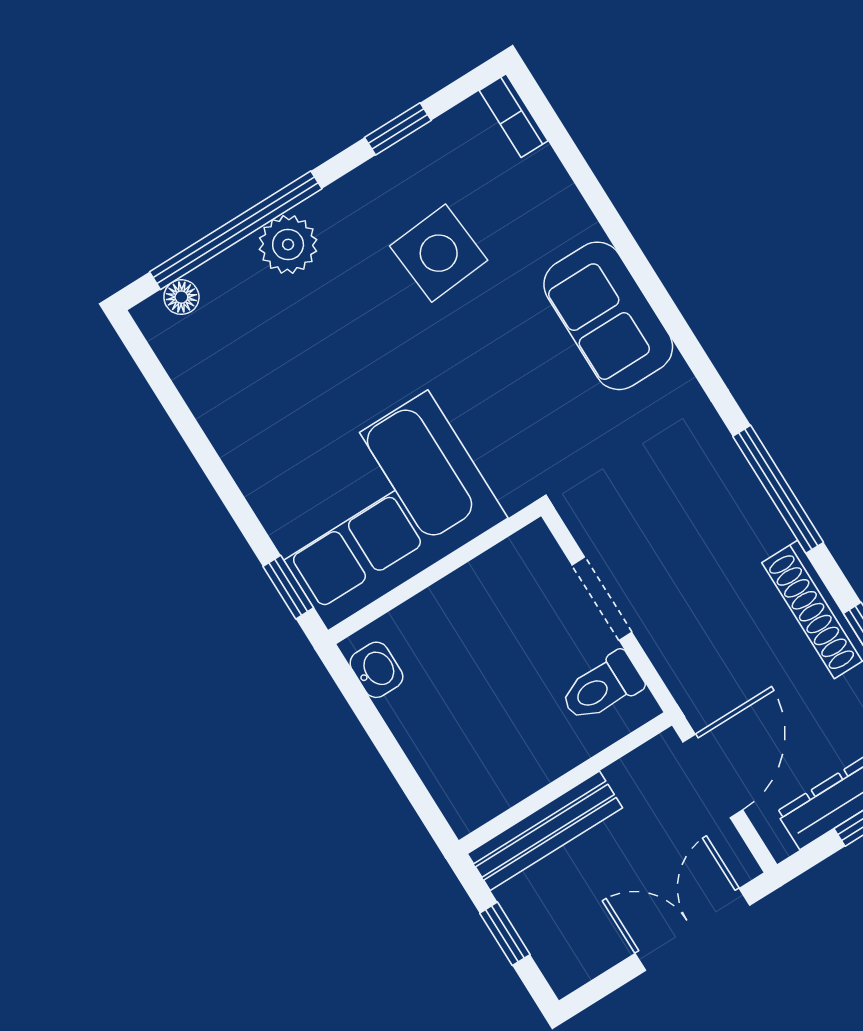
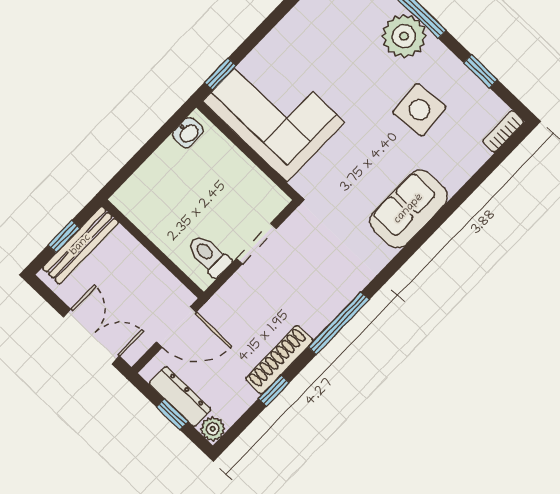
plant: (288, 245) -> (404, 36), width x1.36, depth x1.36
bench: (545, 831) -> (81, 245), moved, turned 90

